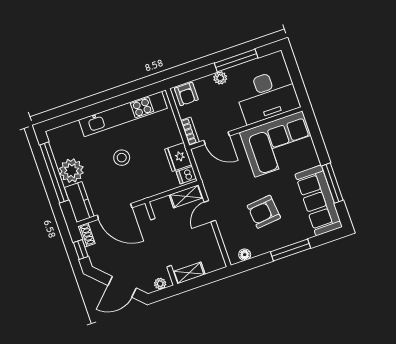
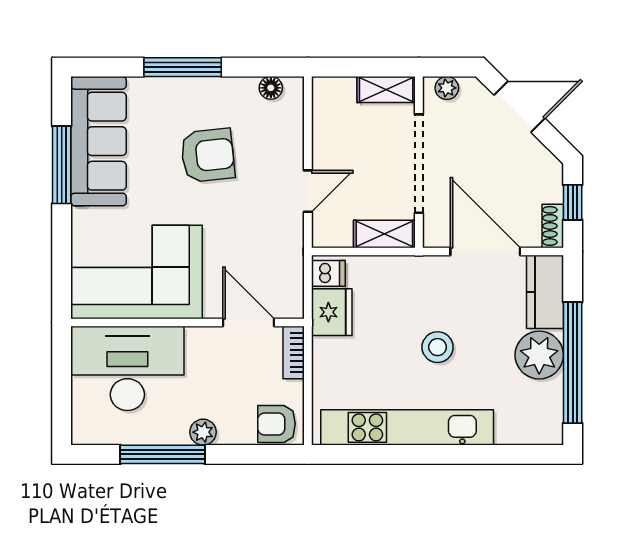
armchair: (186, 94) -> (277, 424), turned -90
shelving: (186, 196) -> (384, 234), moved

